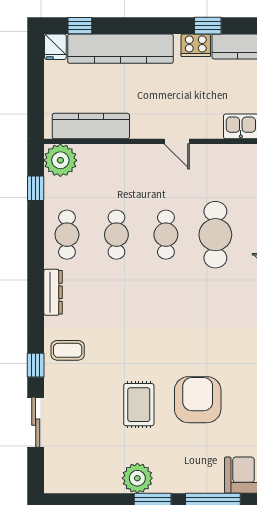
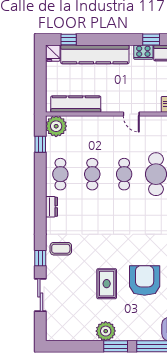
dresser: (53, 292) -> (51, 207), width x0.70

